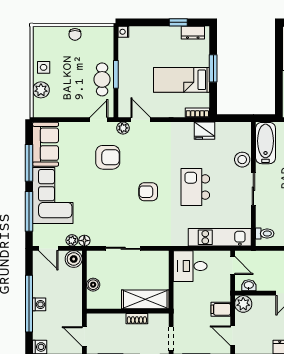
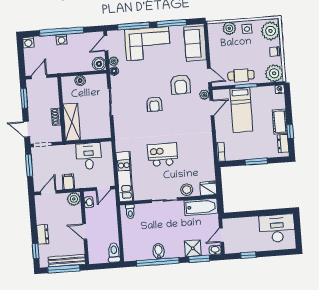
cot: (164, 35) -> (280, 122), added
plant: (102, 37) -> (274, 73), added
plant: (48, 38) -> (271, 31), added
bed: (181, 80) -> (241, 110), moved, turned 180
fridge: (205, 131) -> (208, 188), moved, turned 90
sofa: (46, 144) -> (195, 43), moved, turned 90
armchair: (148, 192) -> (154, 104), moved, turned 180
desk: (190, 266) -> (89, 156), moved

